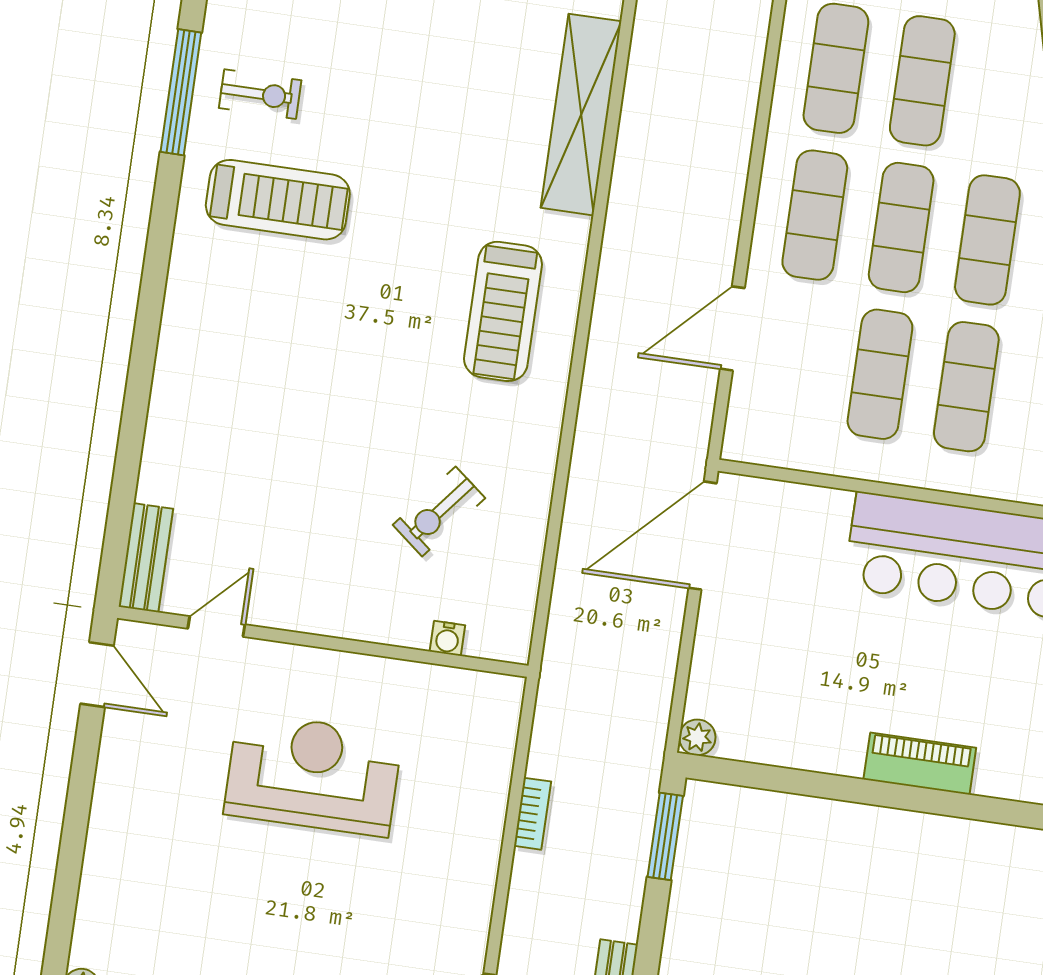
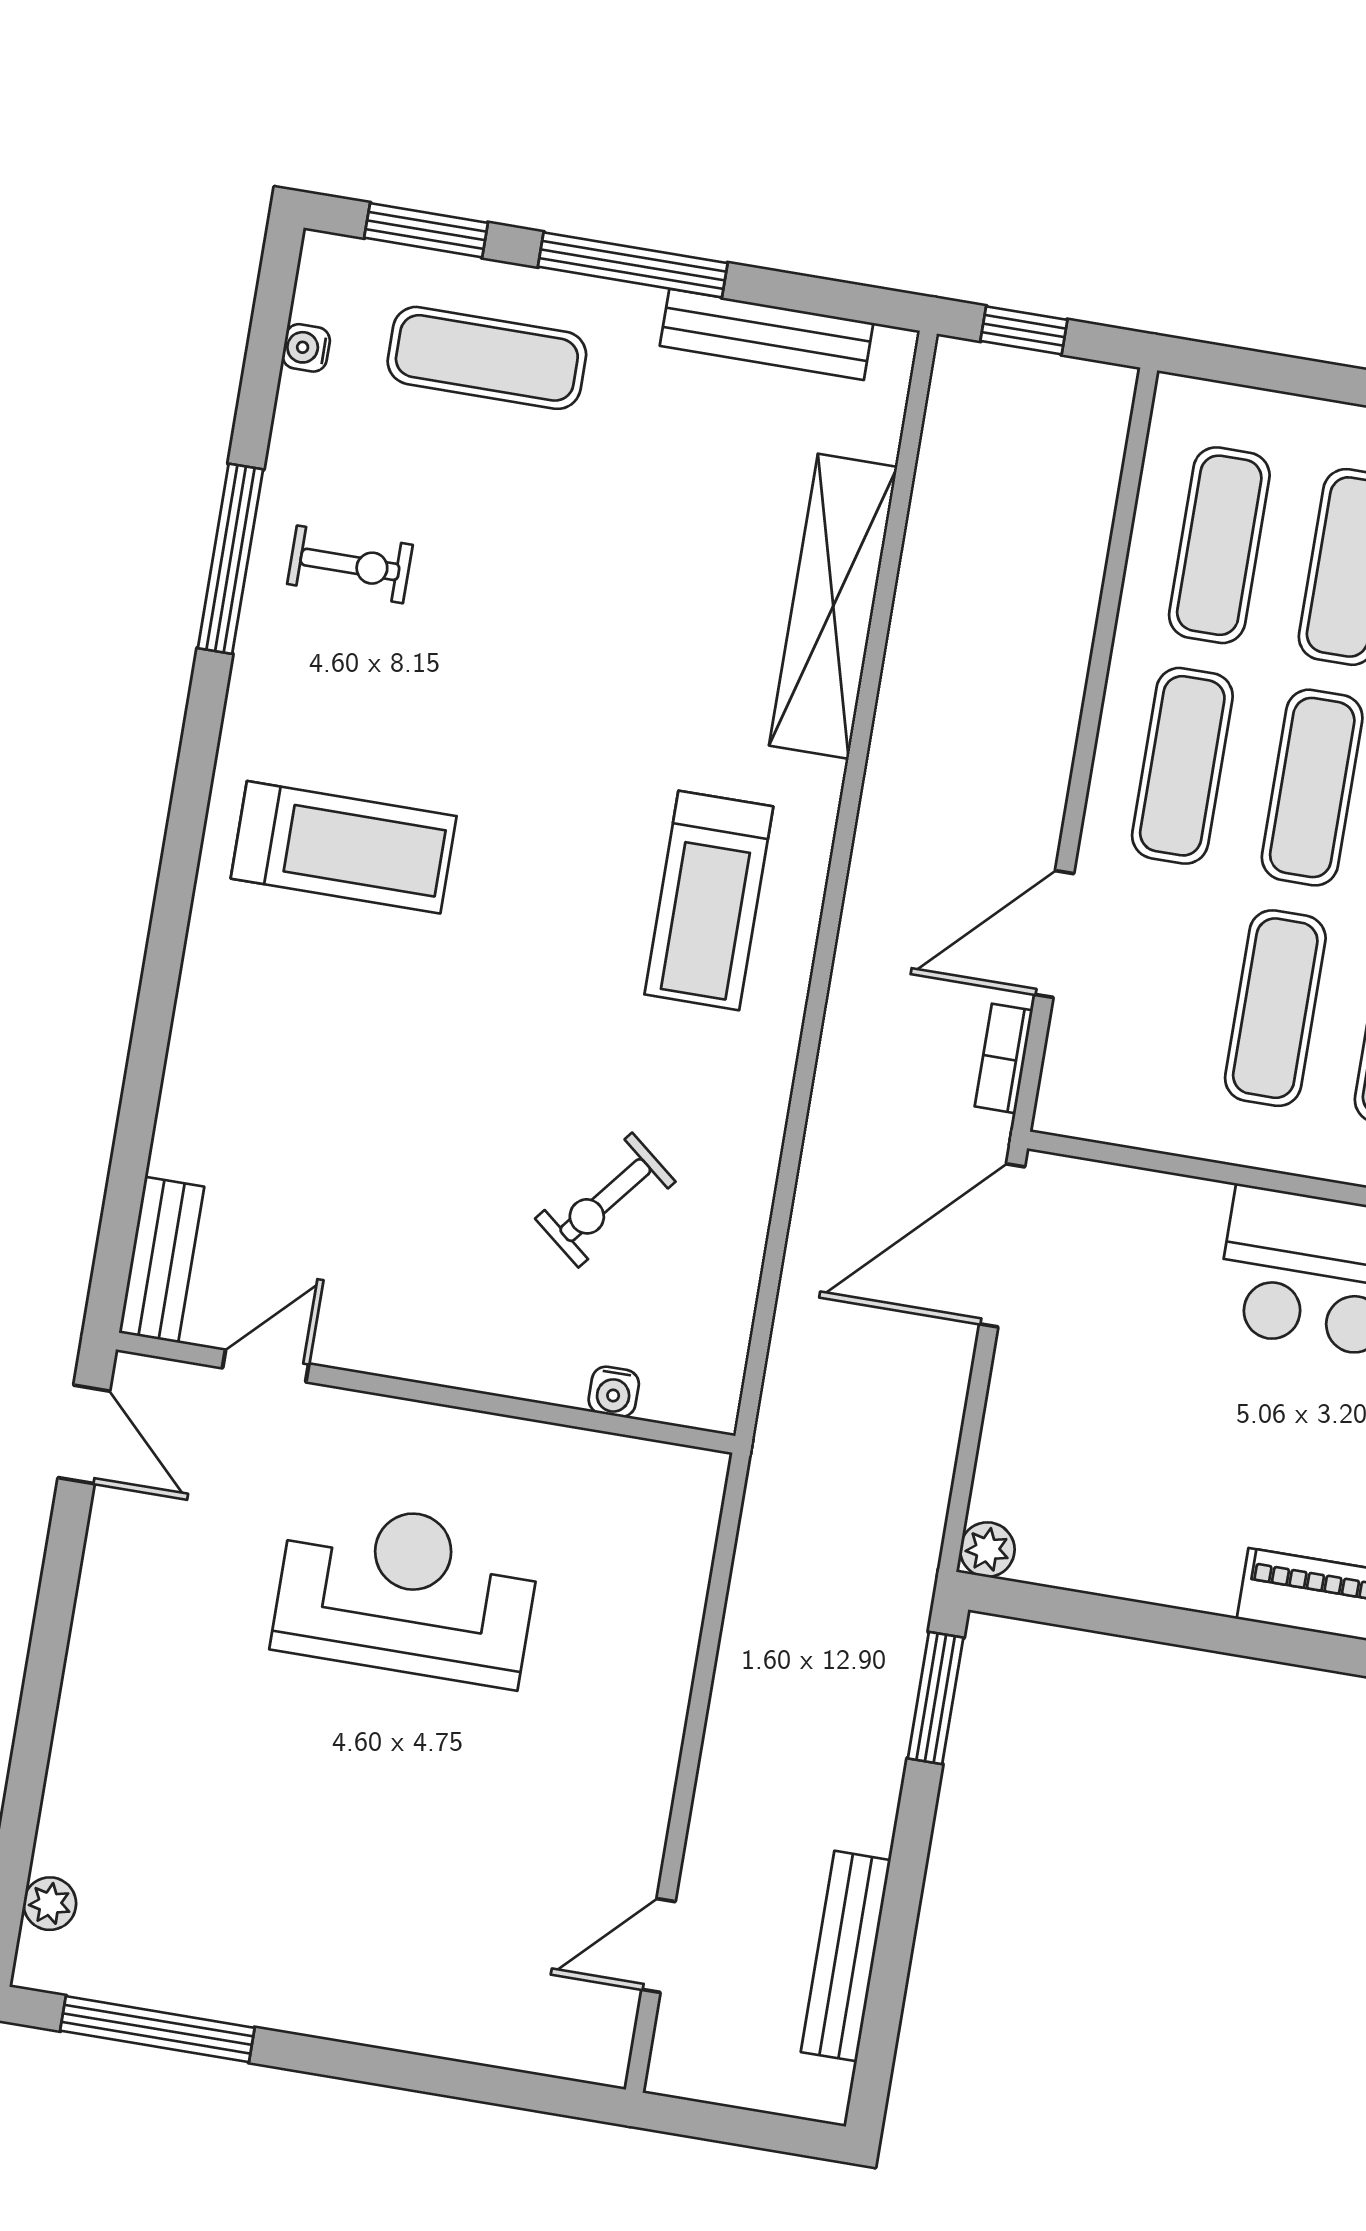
treadmill: (278, 200) -> (344, 847), moved
bookcase: (532, 814) -> (1004, 1058), moved, turned 180

